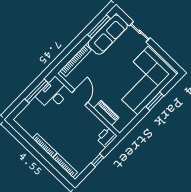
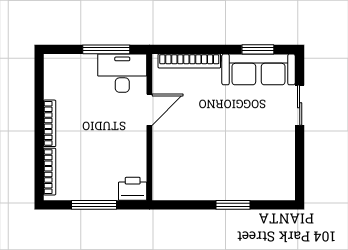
window: (99, 27) -> (258, 49), width x0.69
corner sofa: (143, 81) -> (244, 166), removed
piano: (106, 113) -> (162, 160), removed
window: (98, 160) -> (94, 205), width x2.17

